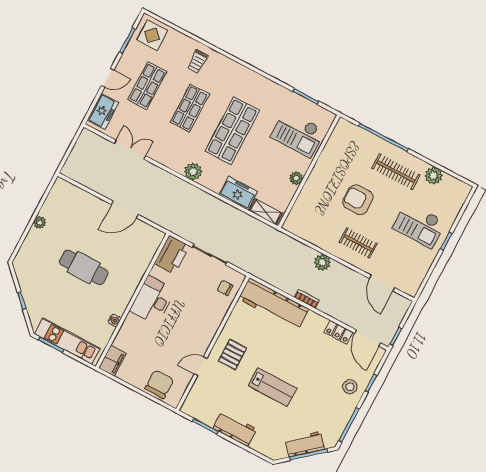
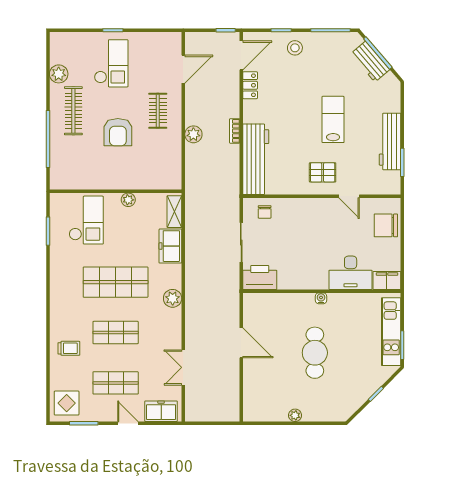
desk: (153, 300) -> (351, 273), moved
water cooler: (114, 320) -> (321, 298), moved
workbench: (235, 429) -> (390, 141), width x1.38

